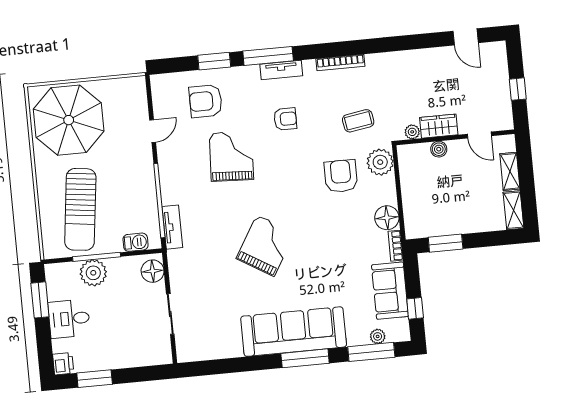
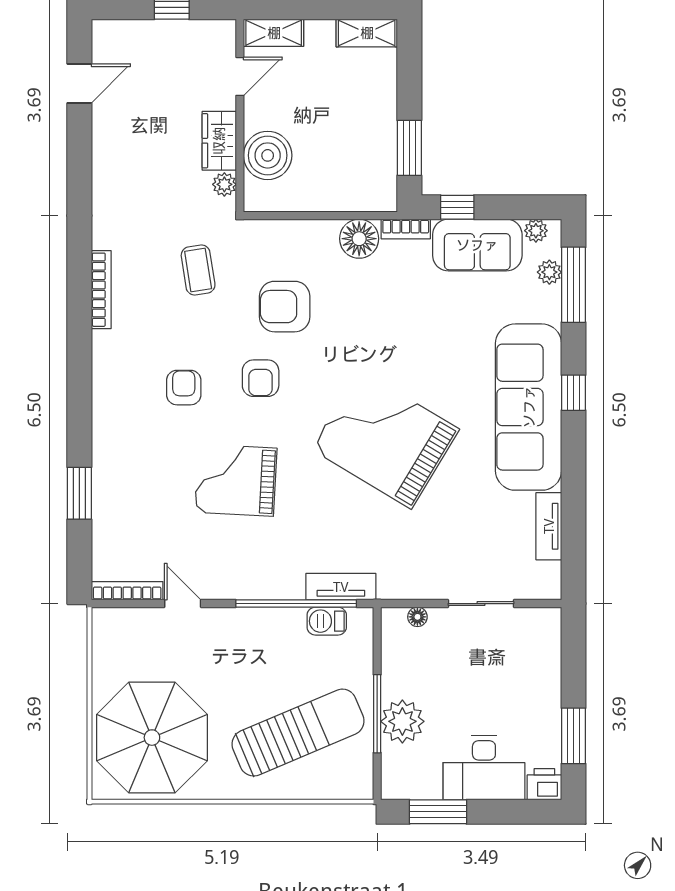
window: (268, 56) -> (79, 406), removed
tv unit: (281, 70) -> (549, 526), moved, turned 180
bookcase: (157, 96) -> (127, 591), added
armchair: (206, 101) -> (261, 378), moved, width x0.72, depth x0.72
boiler: (439, 149) -> (268, 155), width x1.86, depth x1.86
plant: (380, 162) -> (536, 231), moved, width x0.53, depth x0.53
shelving: (510, 171) -> (274, 33), moved
sun lounger: (80, 209) -> (298, 733), turned -30
barbecue: (136, 242) -> (327, 621), moved, turned -90
grand piano: (265, 246) -> (385, 439), width x1.37, depth x1.48
floor lamp: (153, 271) -> (417, 617), width x0.53, depth x0.53
window: (415, 308) -> (457, 207), moved
desk: (69, 319) -> (484, 768), width x1.37
window: (305, 358) -> (573, 393), width x0.46

